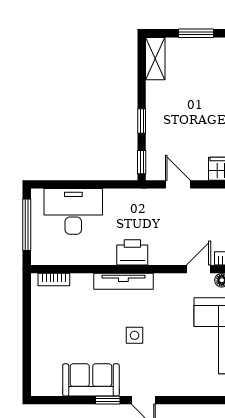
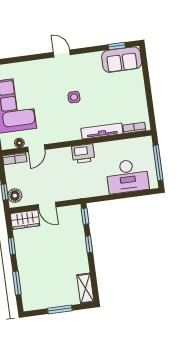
door: (178, 184) -> (47, 206), moved
tv unit: (123, 281) -> (102, 131), moved
sofa: (91, 380) -> (122, 60), moved
window: (108, 400) -> (117, 46), moved

